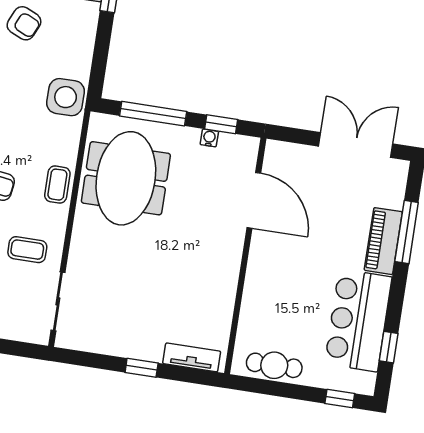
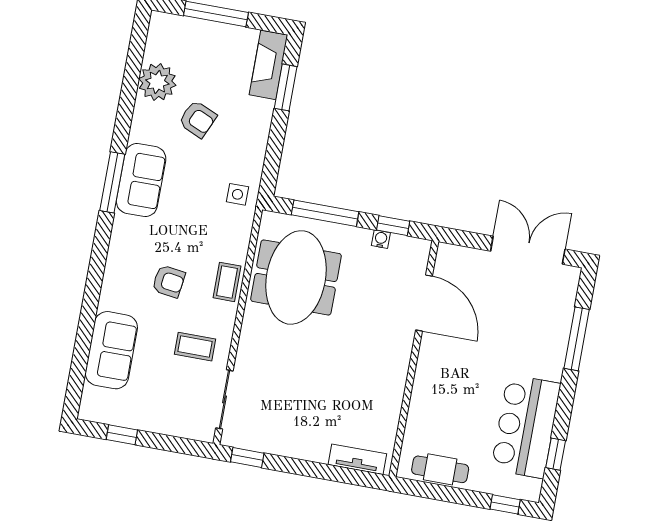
side table: (66, 97) -> (237, 194), width x0.54, depth x0.54
piano: (383, 241) -> (553, 347), removed
window: (142, 368) -> (247, 458), moved

